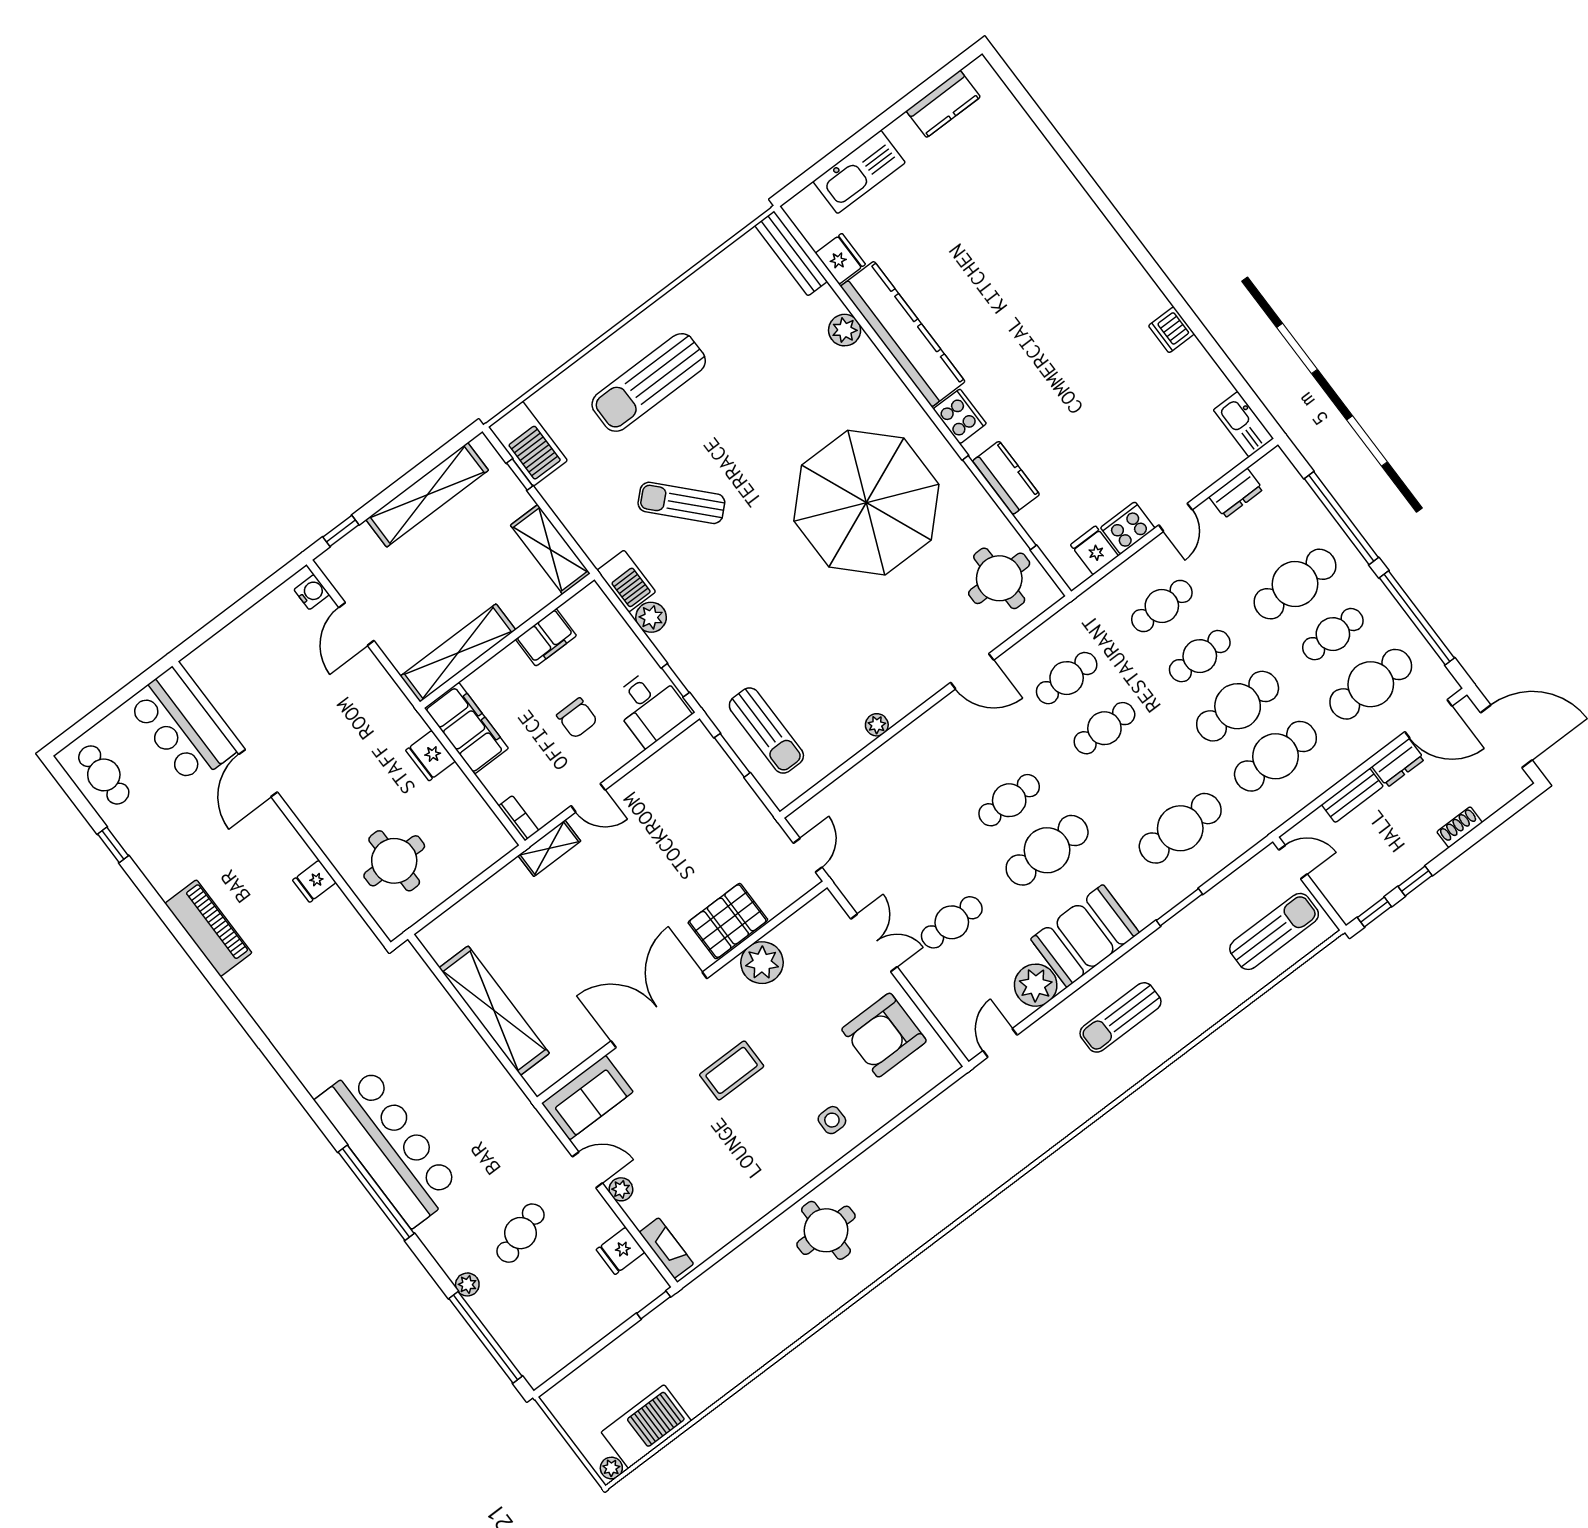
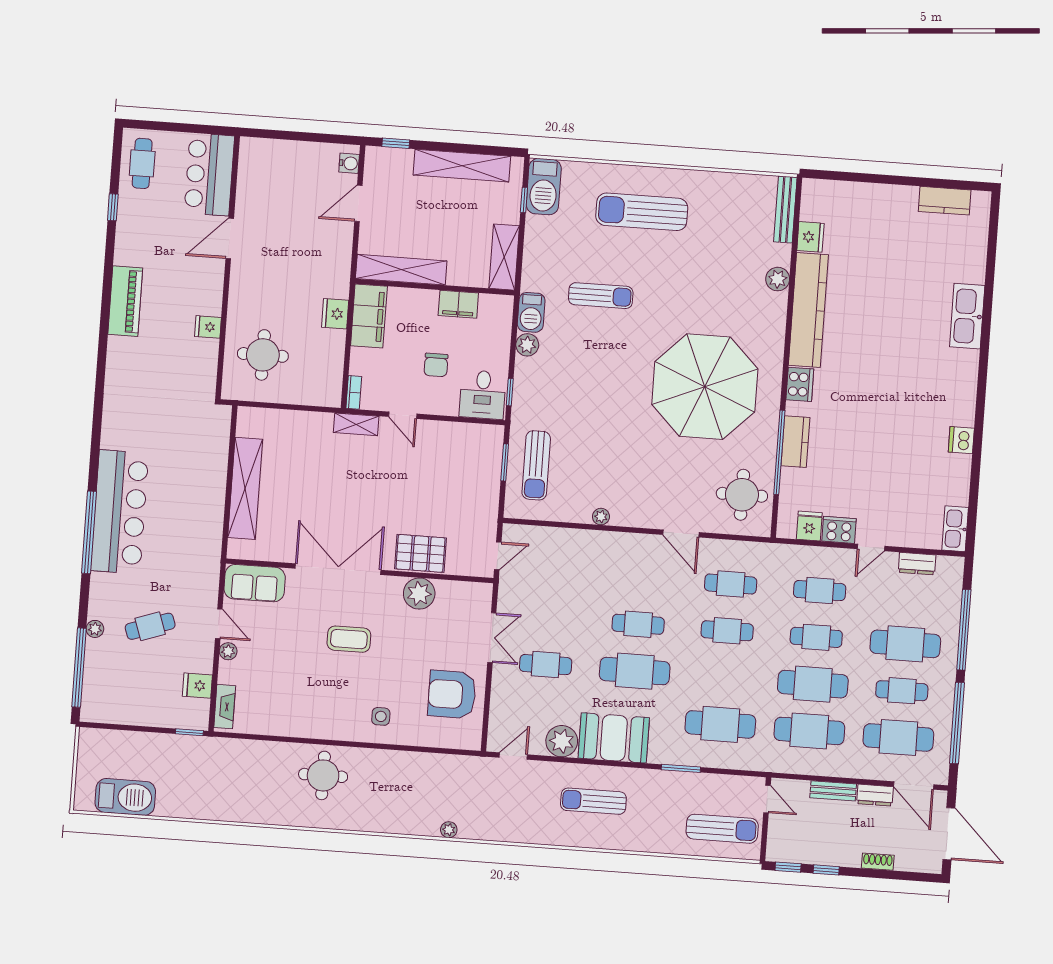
kitchen sink: (859, 172) -> (967, 316), moved, turned 90
sun lounger: (681, 503) -> (601, 296), turned 133
plant: (611, 1468) -> (449, 830), moved

